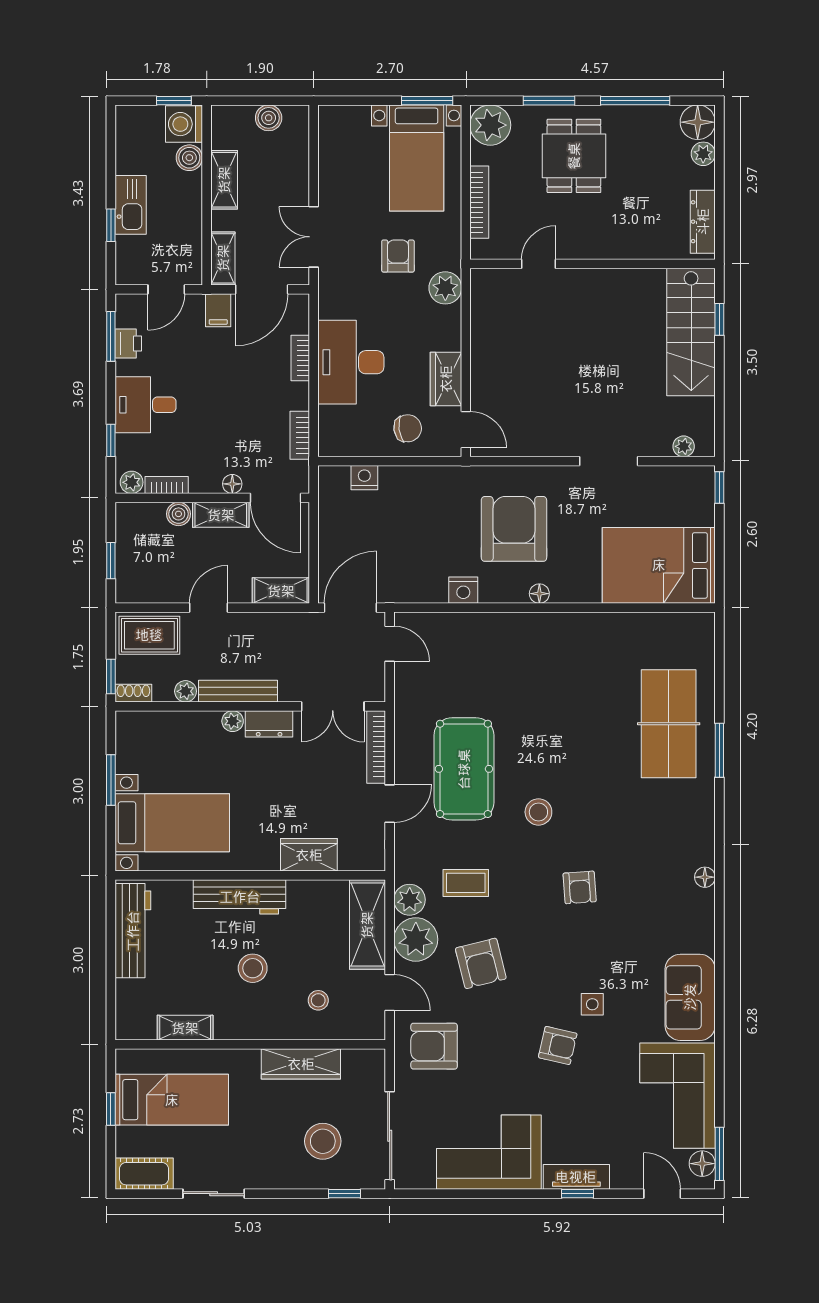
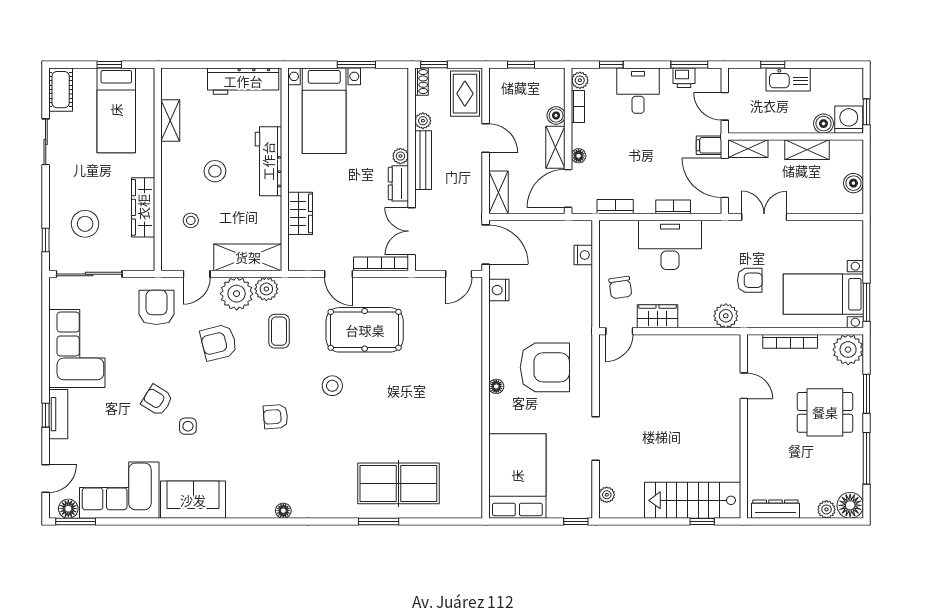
nightstand: (463, 590) -> (499, 290), moved
armchair: (558, 1045) -> (157, 400), turned 109

